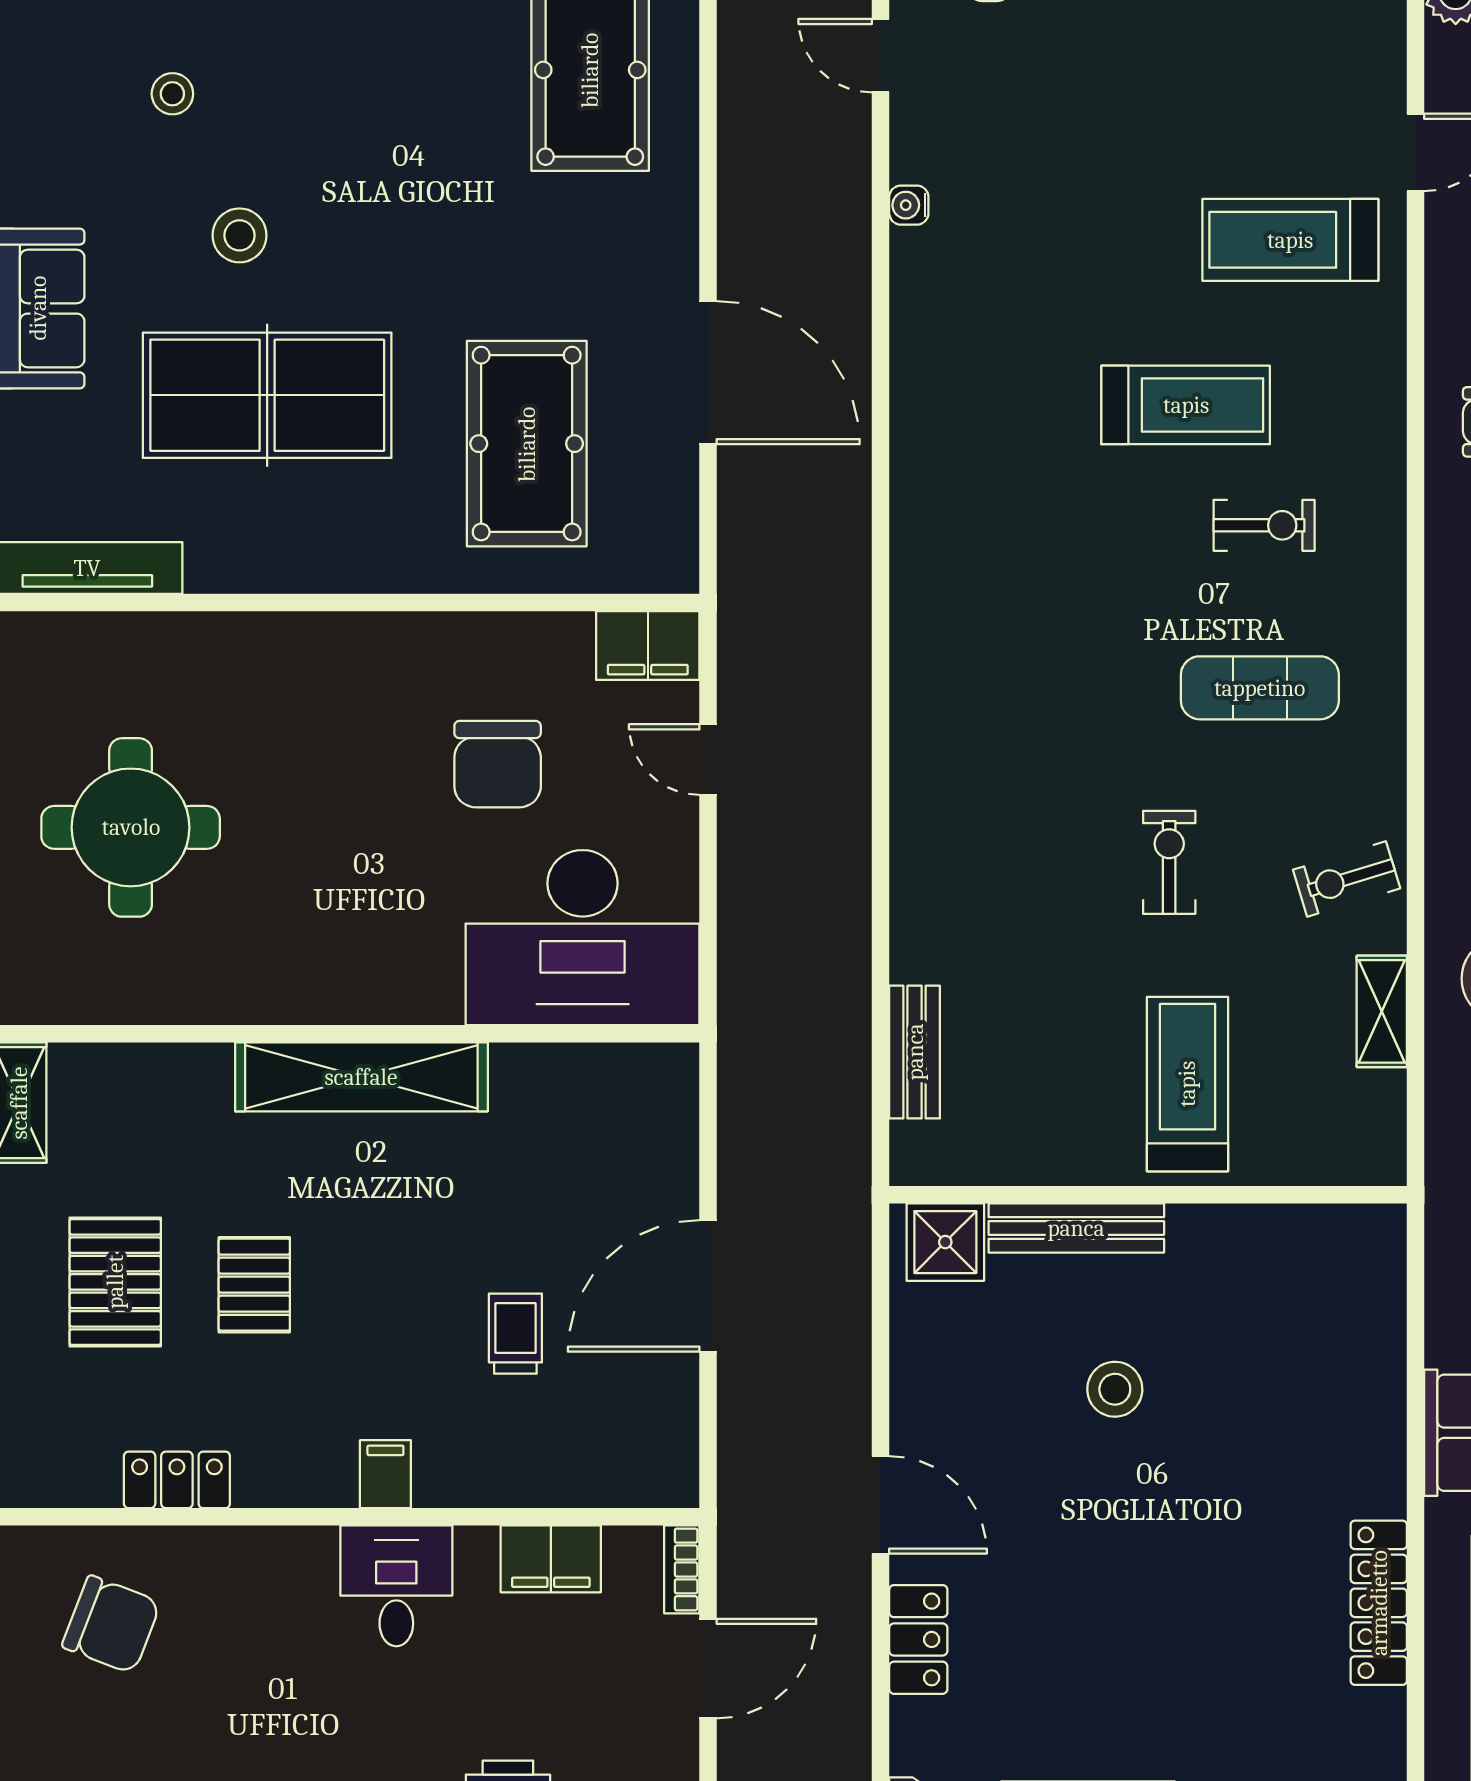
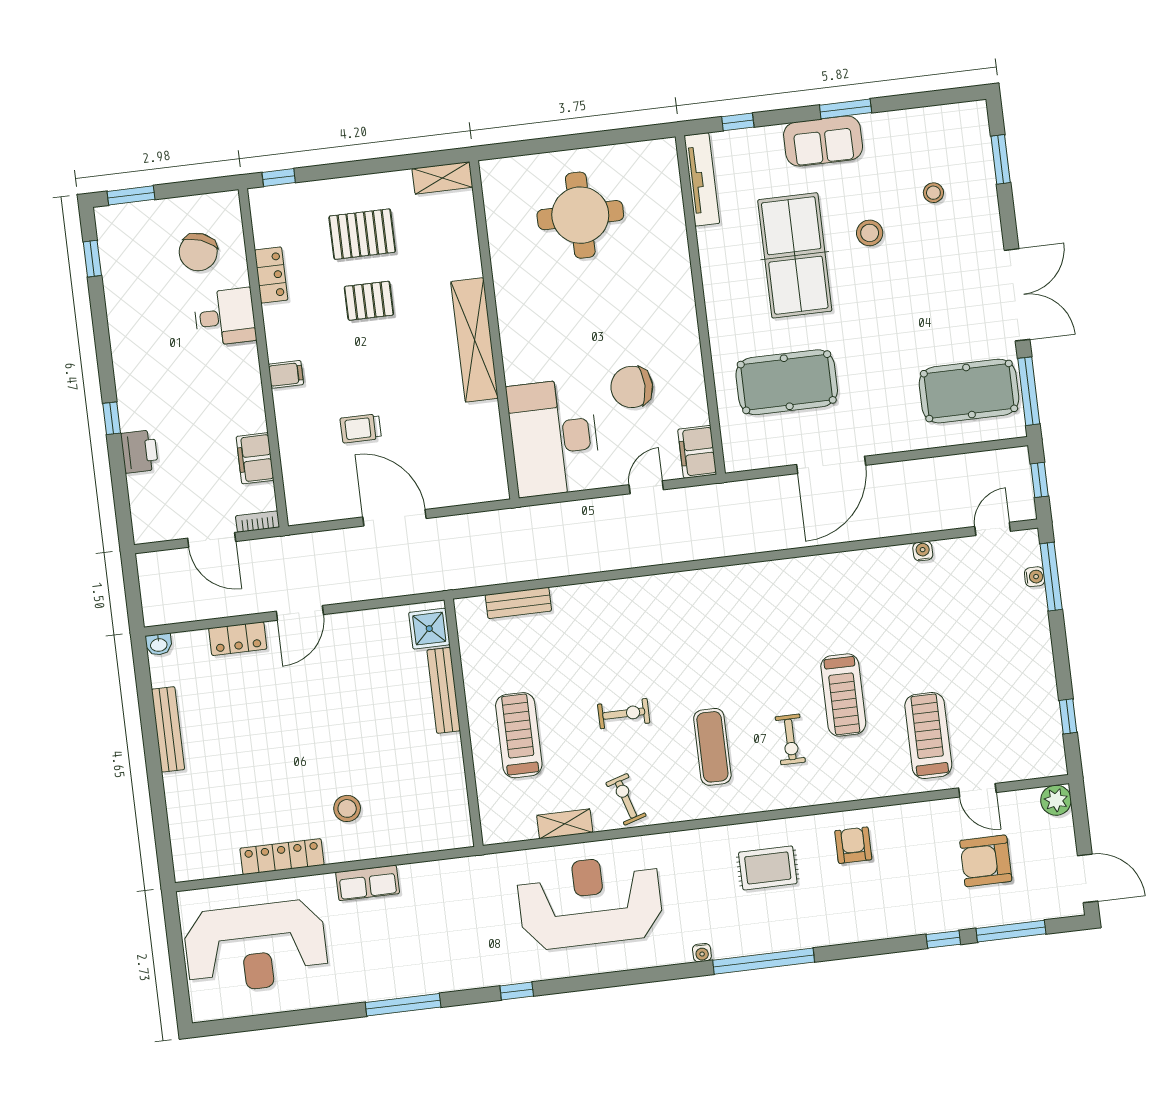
treadmill: (1187, 1084) -> (519, 735), turned -90
trolley: (515, 1334) -> (361, 428), turned 180
stool: (1115, 1389) -> (347, 808), moved
desk: (396, 1586) -> (225, 317), moved

